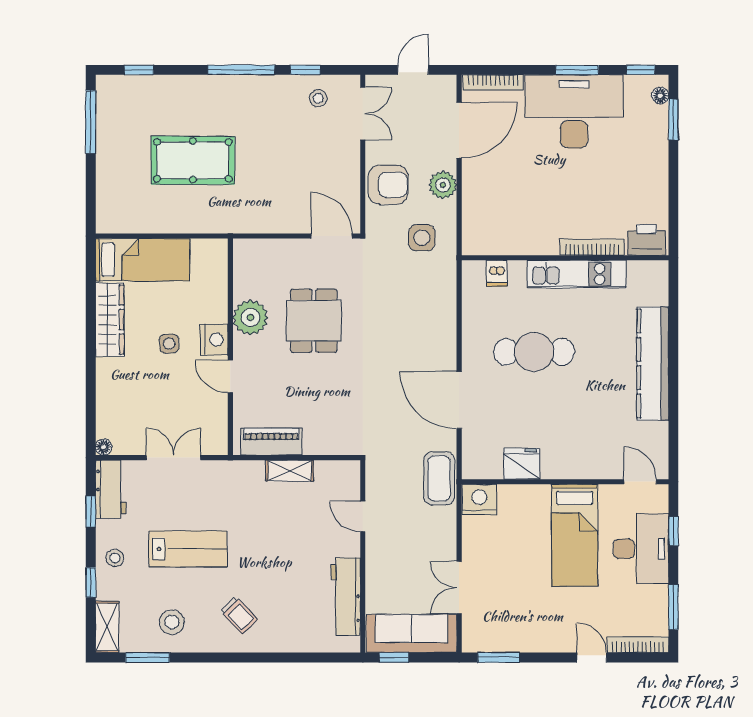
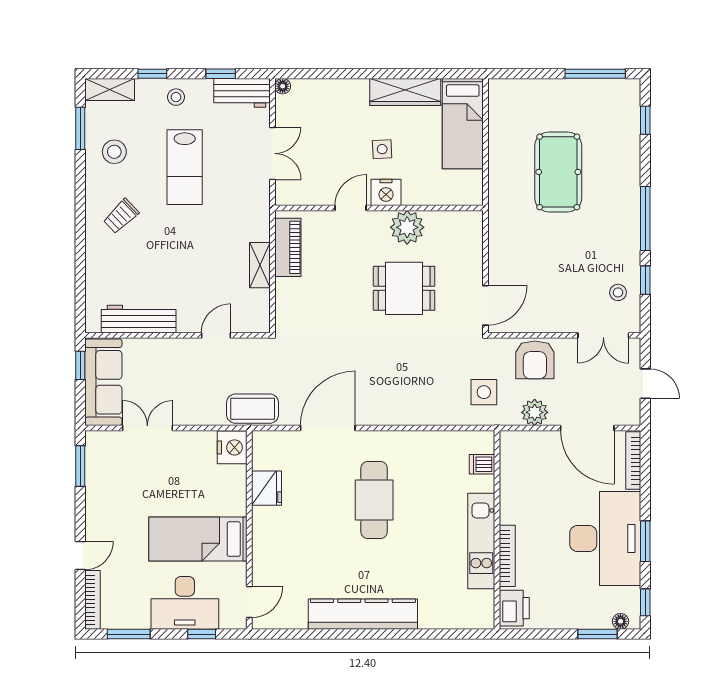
printer: (647, 240) -> (514, 608), moved
bookcase: (592, 247) -> (507, 556), moved
wall: (565, 258) -> (497, 530), moved
dishwasher: (497, 273) -> (482, 464), moved
kitchen unit: (577, 274) -> (481, 541), moved

